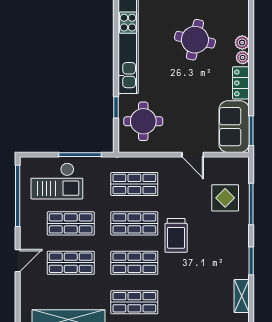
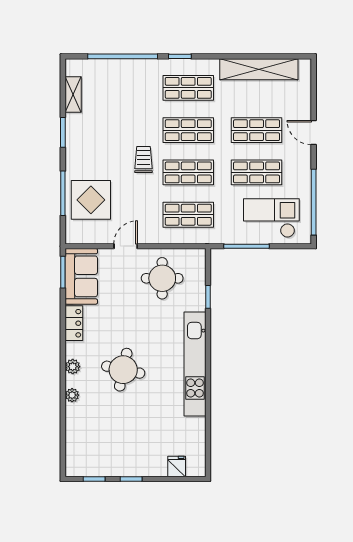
plant: (243, 58) -> (72, 395), moved
round table: (143, 121) -> (162, 278), moved
door: (193, 155) -> (126, 246), hinge flipped
display table: (225, 198) -> (91, 200), width x1.36, depth x1.36
trolley: (176, 235) -> (143, 160), width x0.73, depth x0.72
door: (18, 261) -> (314, 133), hinge flipped

